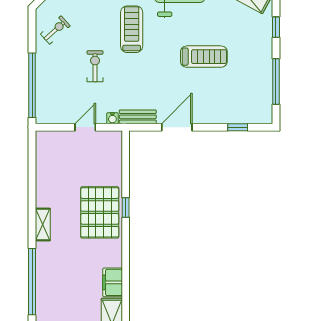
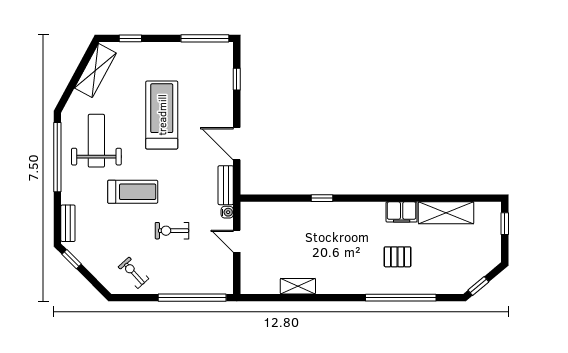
treadmill: (132, 29) -> (133, 192), turned 180
treadmill: (204, 57) -> (162, 115), width x1.37, depth x1.37
window: (276, 81) -> (205, 38), moved
pallet: (100, 212) -> (398, 257), moved, width x0.49, depth x0.50
shelving: (43, 225) -> (298, 286), moved

